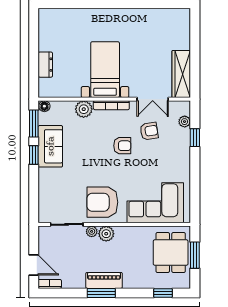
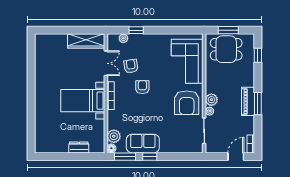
plant: (84, 109) -> (114, 136), moved

